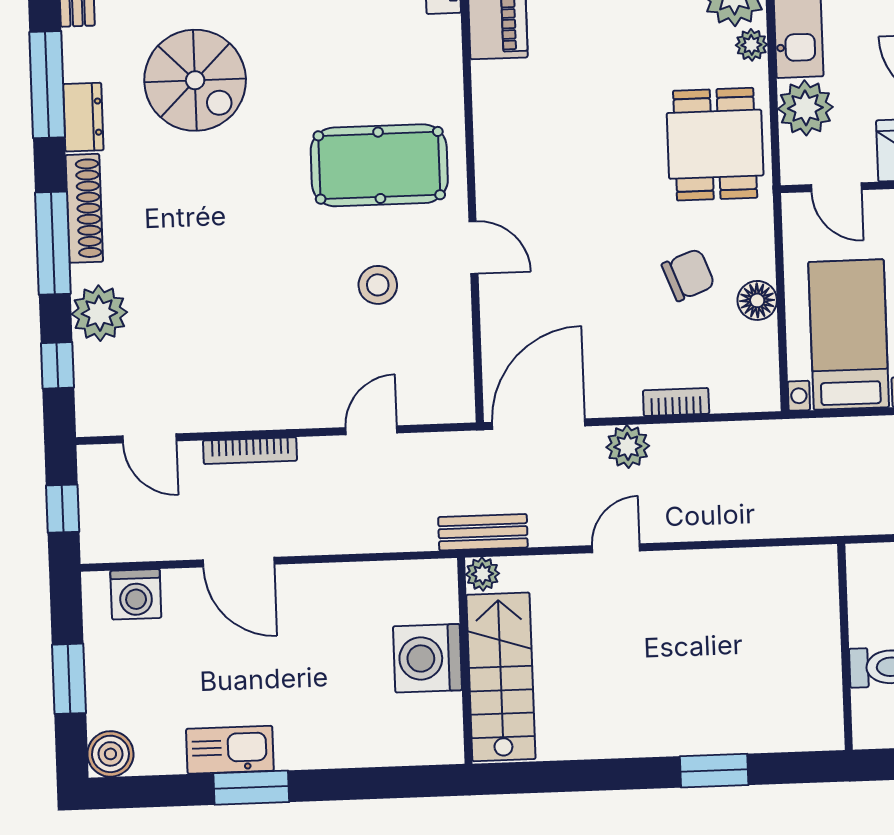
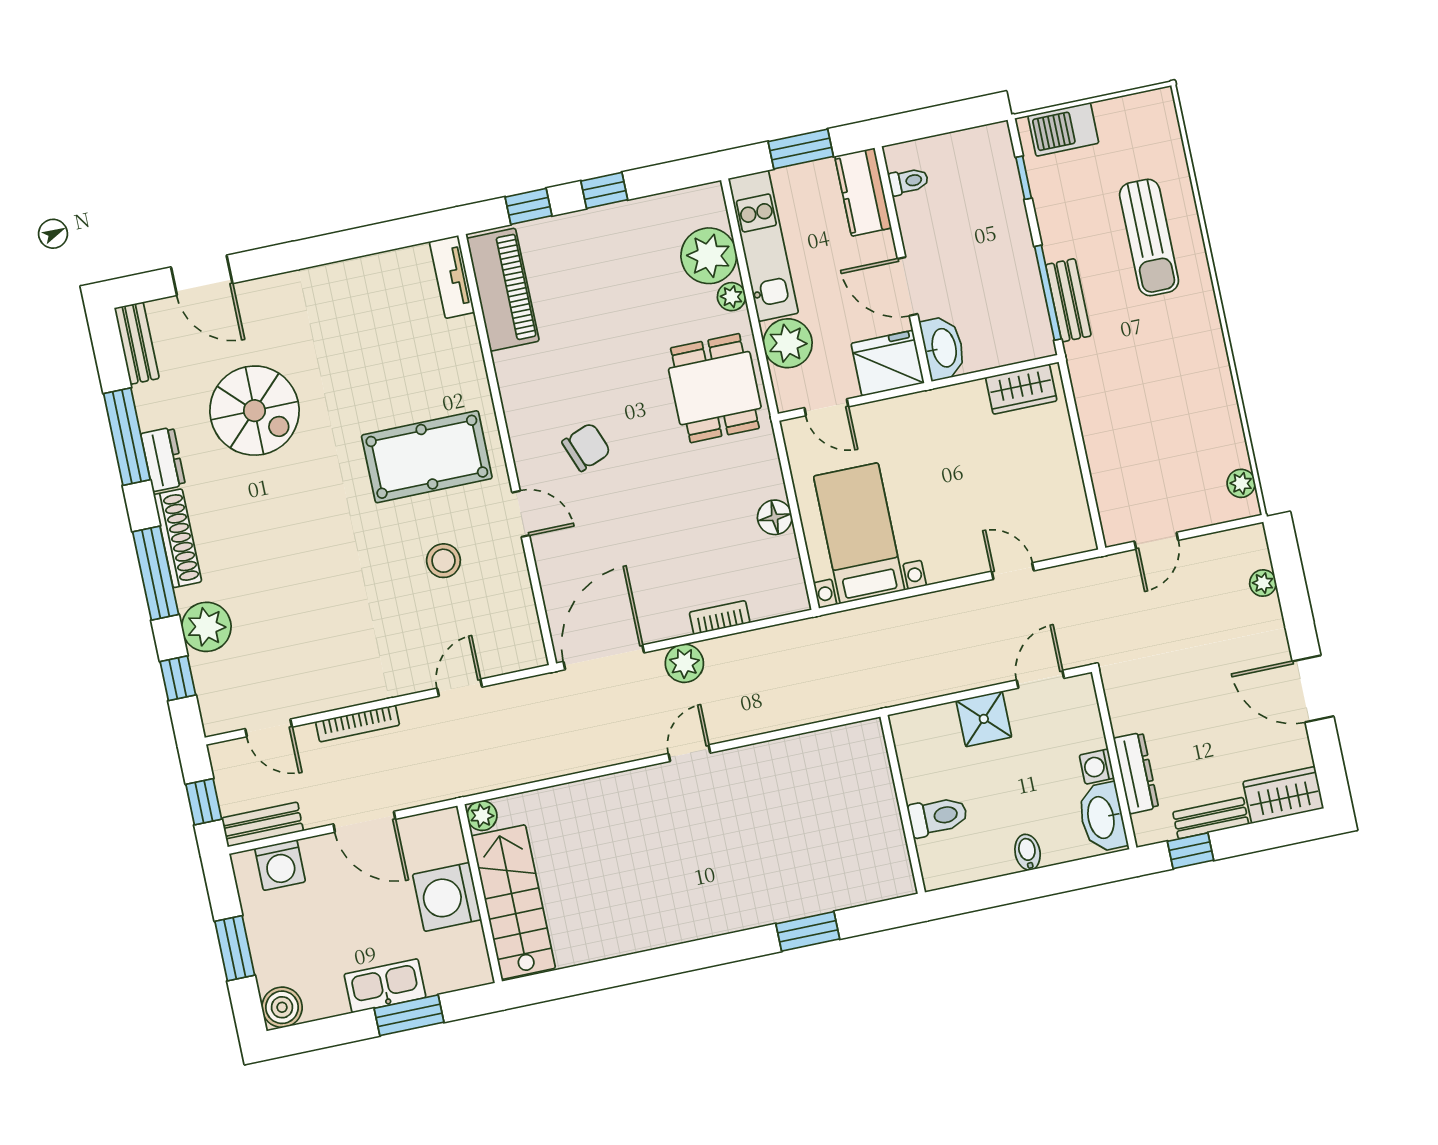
chair: (688, 275) -> (586, 447), moved
bench: (483, 532) -> (263, 824), moved
plant: (482, 574) -> (482, 816), moved
washing machine: (427, 658) -> (447, 897), moved
wall: (465, 661) -> (480, 894), moved
stairs: (501, 677) -> (513, 902), moved

